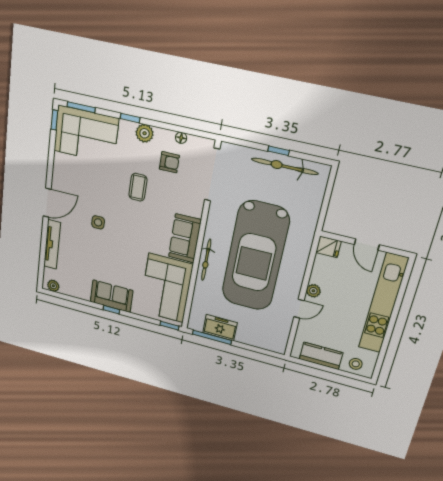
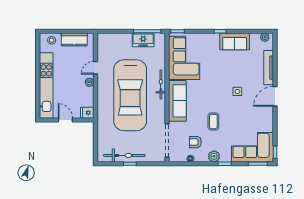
sofa: (185, 238) -> (177, 101), width x1.36
car: (255, 256) -> (130, 95), turned 180
sofa: (111, 296) -> (235, 41), moved

